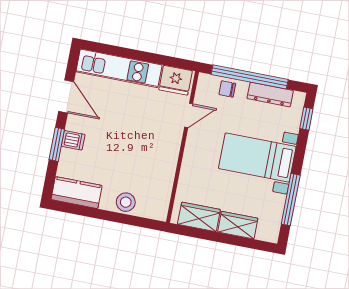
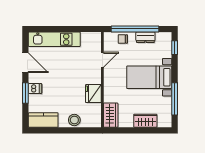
fridge: (176, 80) -> (93, 94), moved, turned 90
dresser: (270, 95) -> (145, 37), width x0.70
wardrobe: (199, 217) -> (111, 115), moved, turned 90

